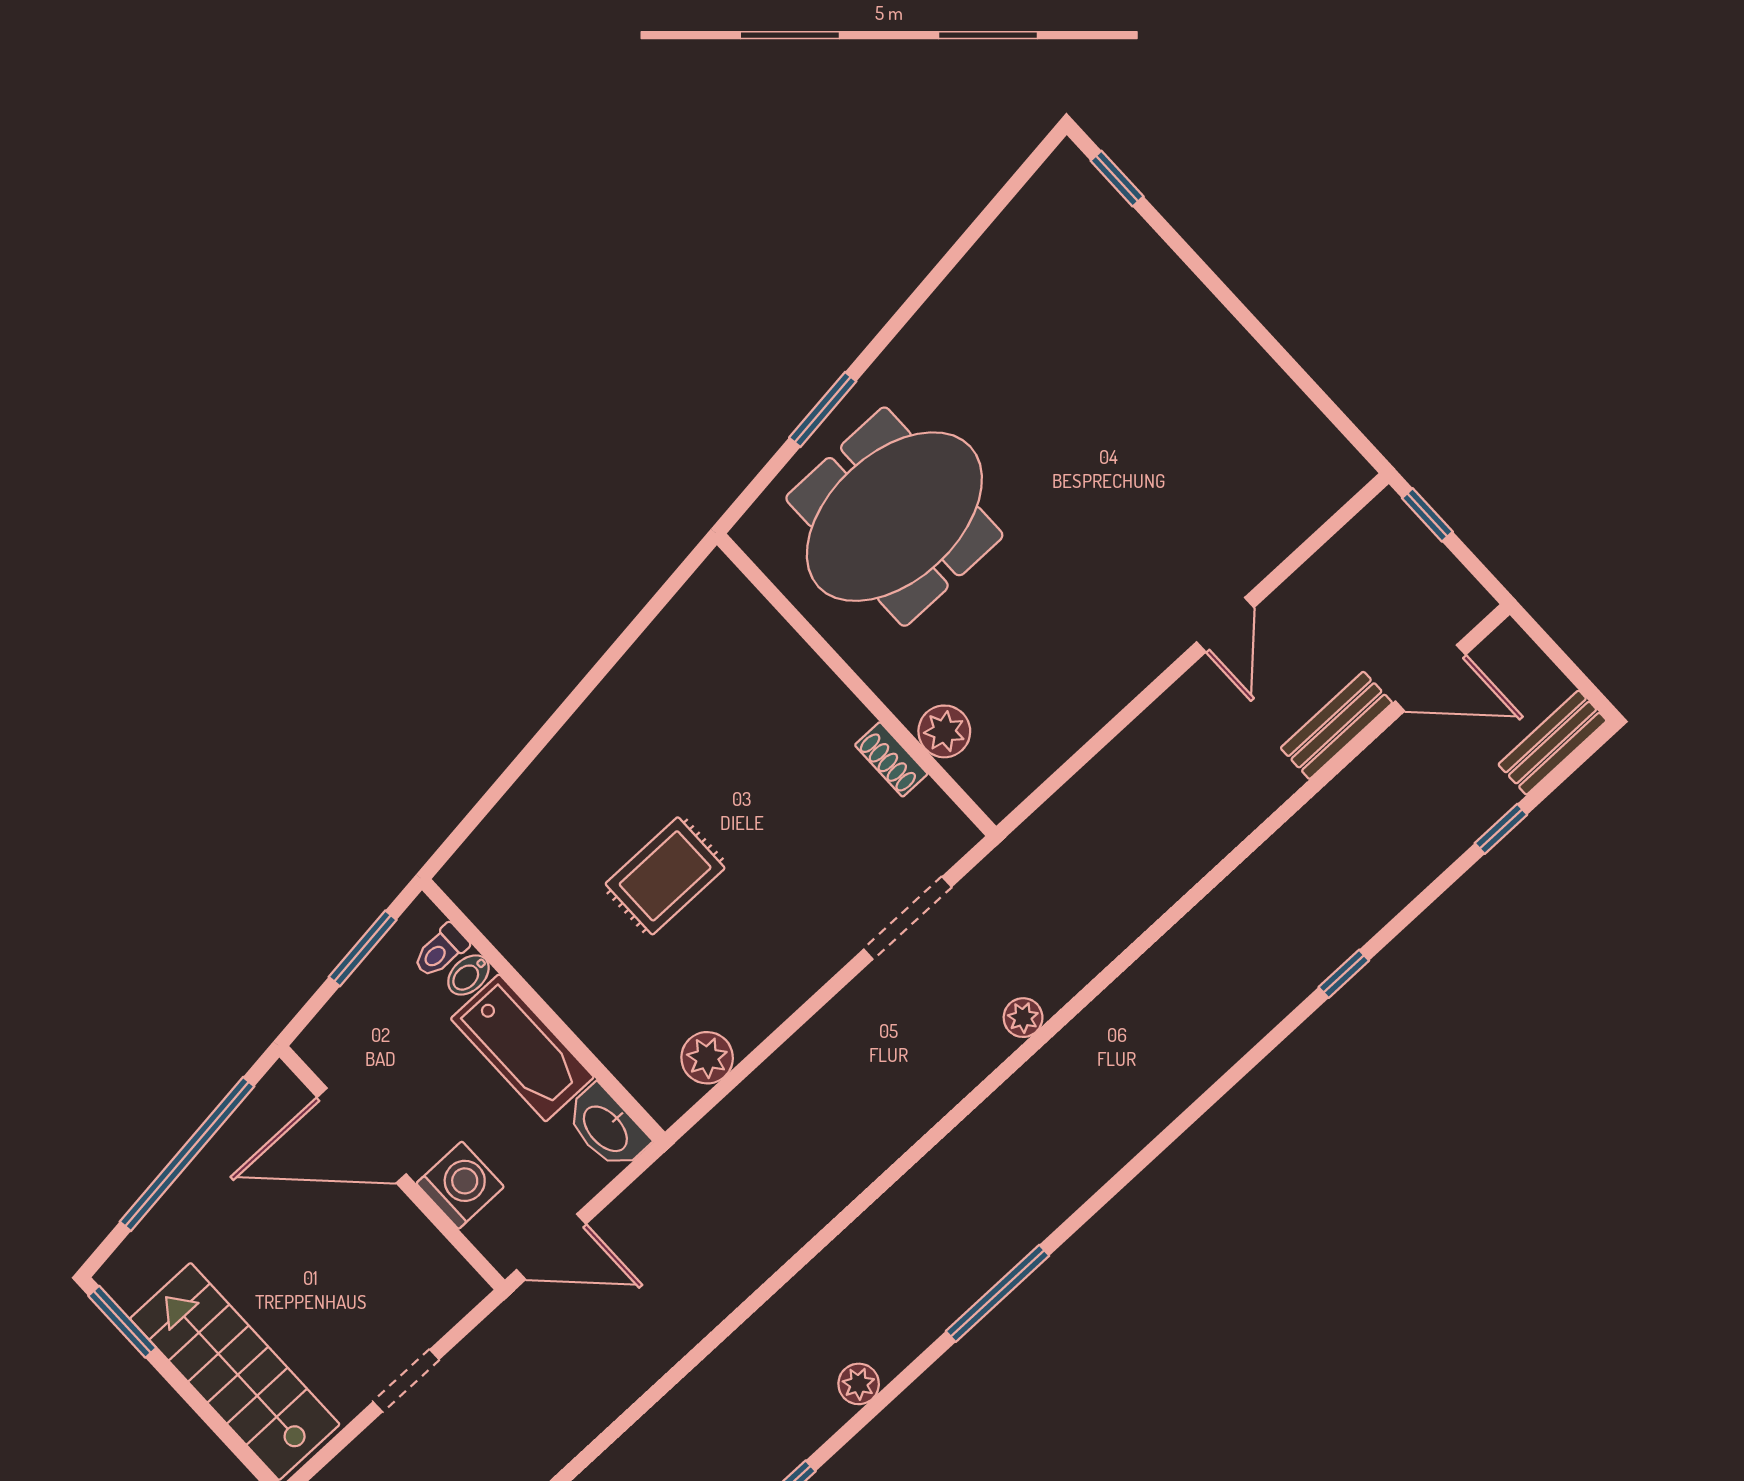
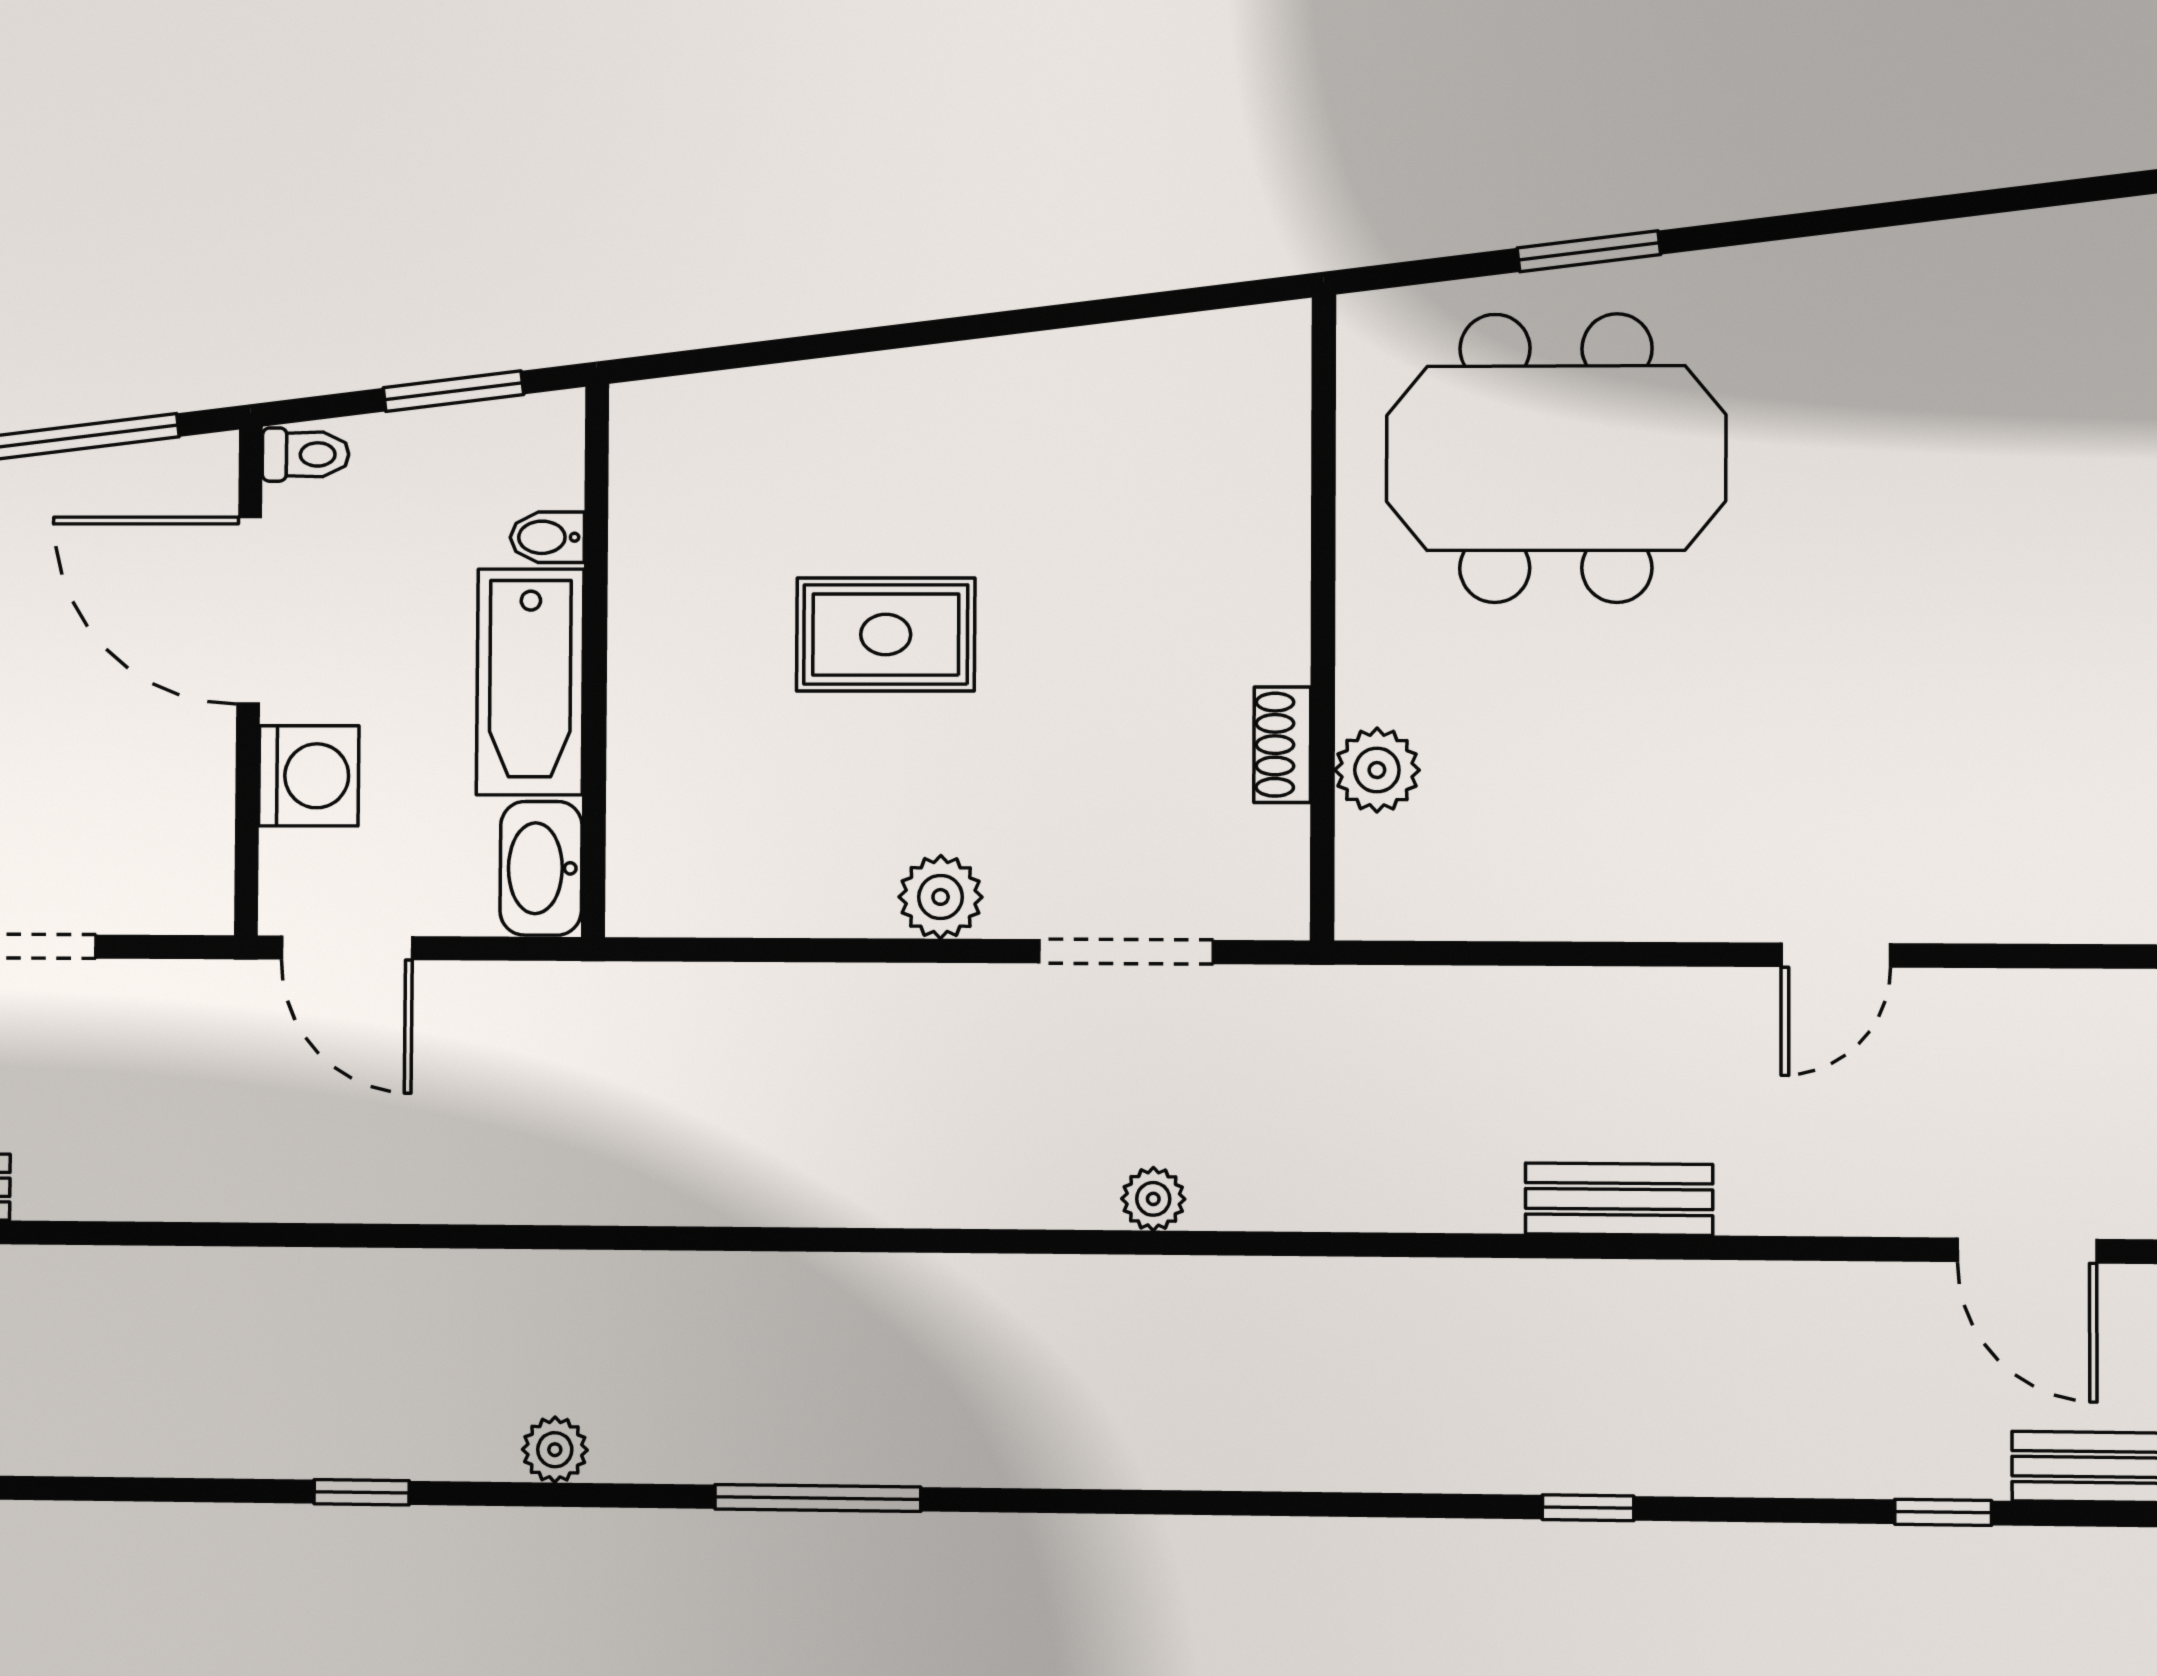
bench: (1336, 725) -> (1619, 1199), moved
toilet: (441, 951) -> (306, 454), moved, turned 180
plant: (707, 1058) -> (941, 897), moved

